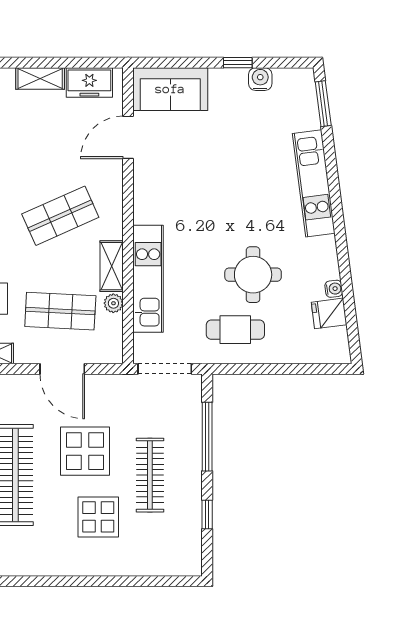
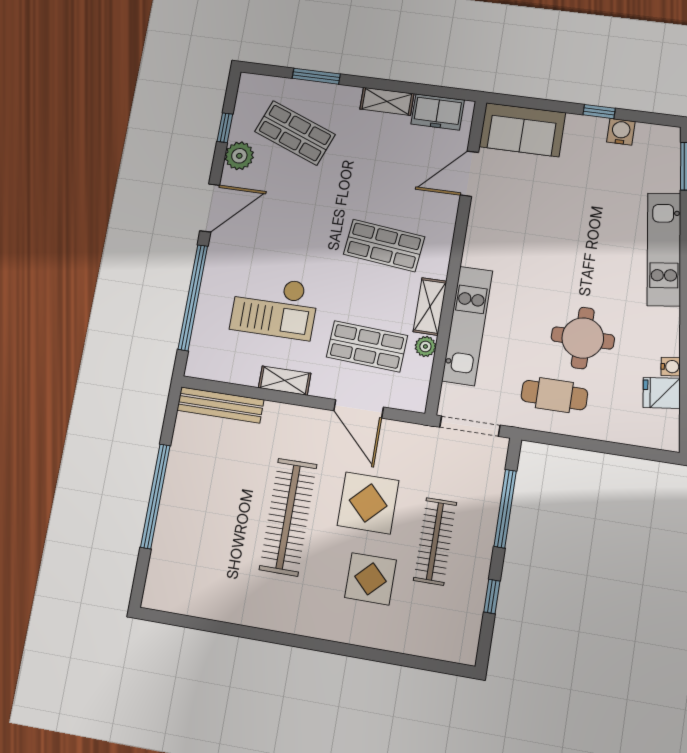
shop shelf: (60, 216) -> (384, 246), turned 30

